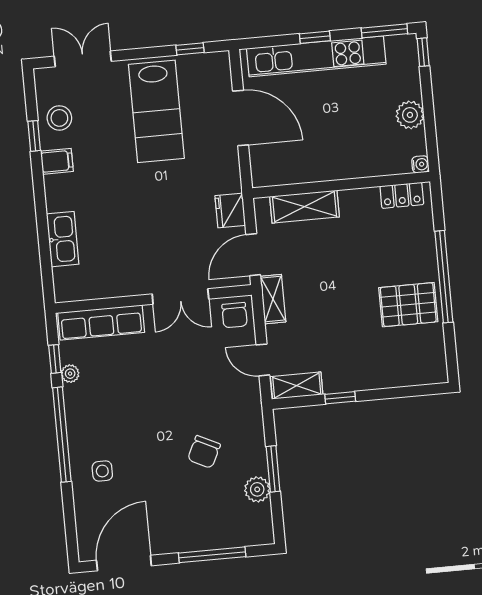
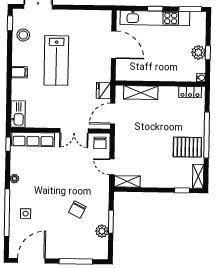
window: (190, 49) -> (92, 8), removed
window: (423, 52) -> (208, 53), moved
lab bench: (156, 111) -> (56, 60), moved
window: (34, 136) -> (10, 23), moved
filing cabinet: (57, 161) -> (19, 72), moved
kitchen sink: (63, 239) -> (18, 114), moved
shelving: (273, 299) -> (198, 176), moved
window: (55, 359) -> (8, 144), moved
plant: (70, 374) -> (15, 179), moved
window: (340, 398) -> (182, 190), moved
window: (62, 435) -> (7, 213), moved

